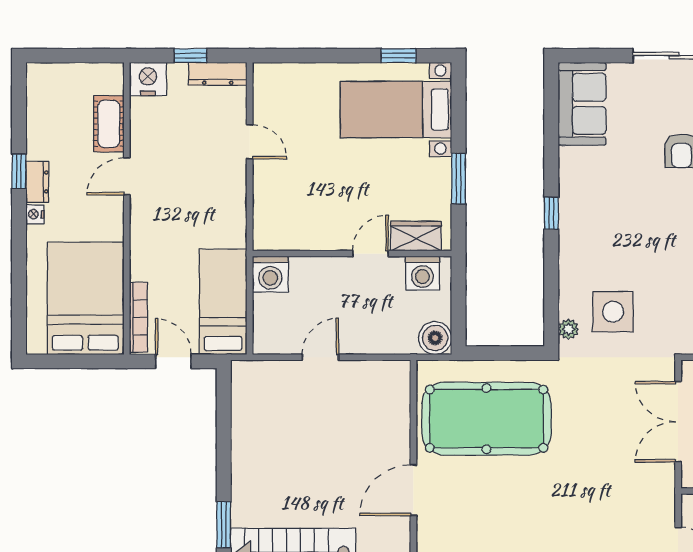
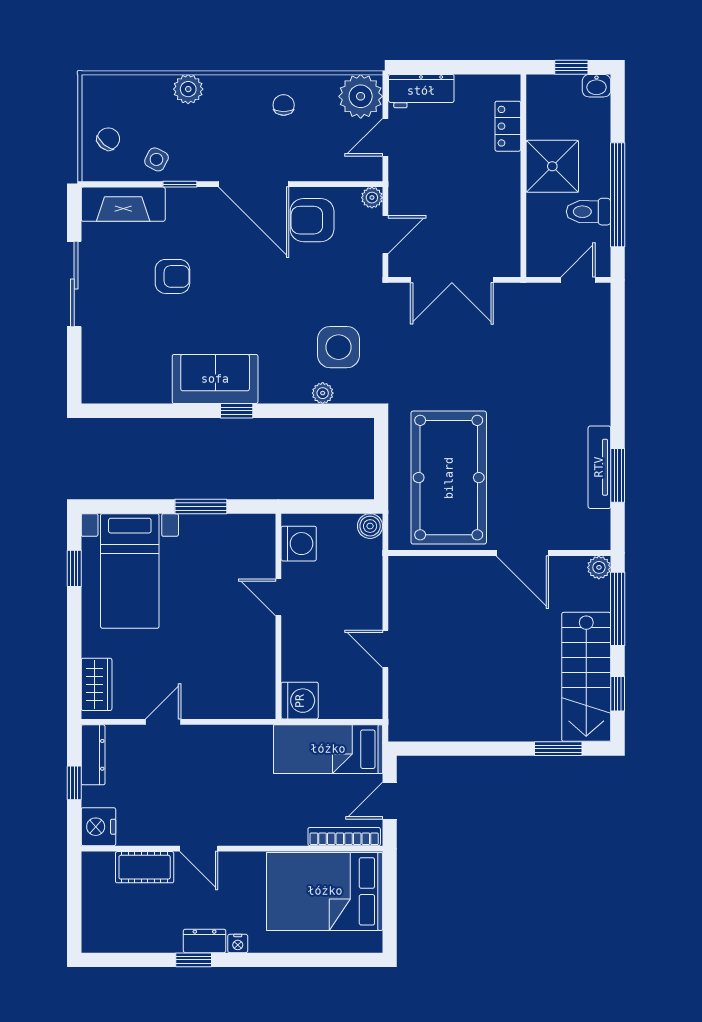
sofa: (582, 104) -> (215, 379), moved
wardrobe: (416, 236) -> (97, 684), moved, turned 180
plant: (568, 329) -> (323, 393), moved
boiler: (435, 338) -> (370, 526), width x0.73, depth x0.73

